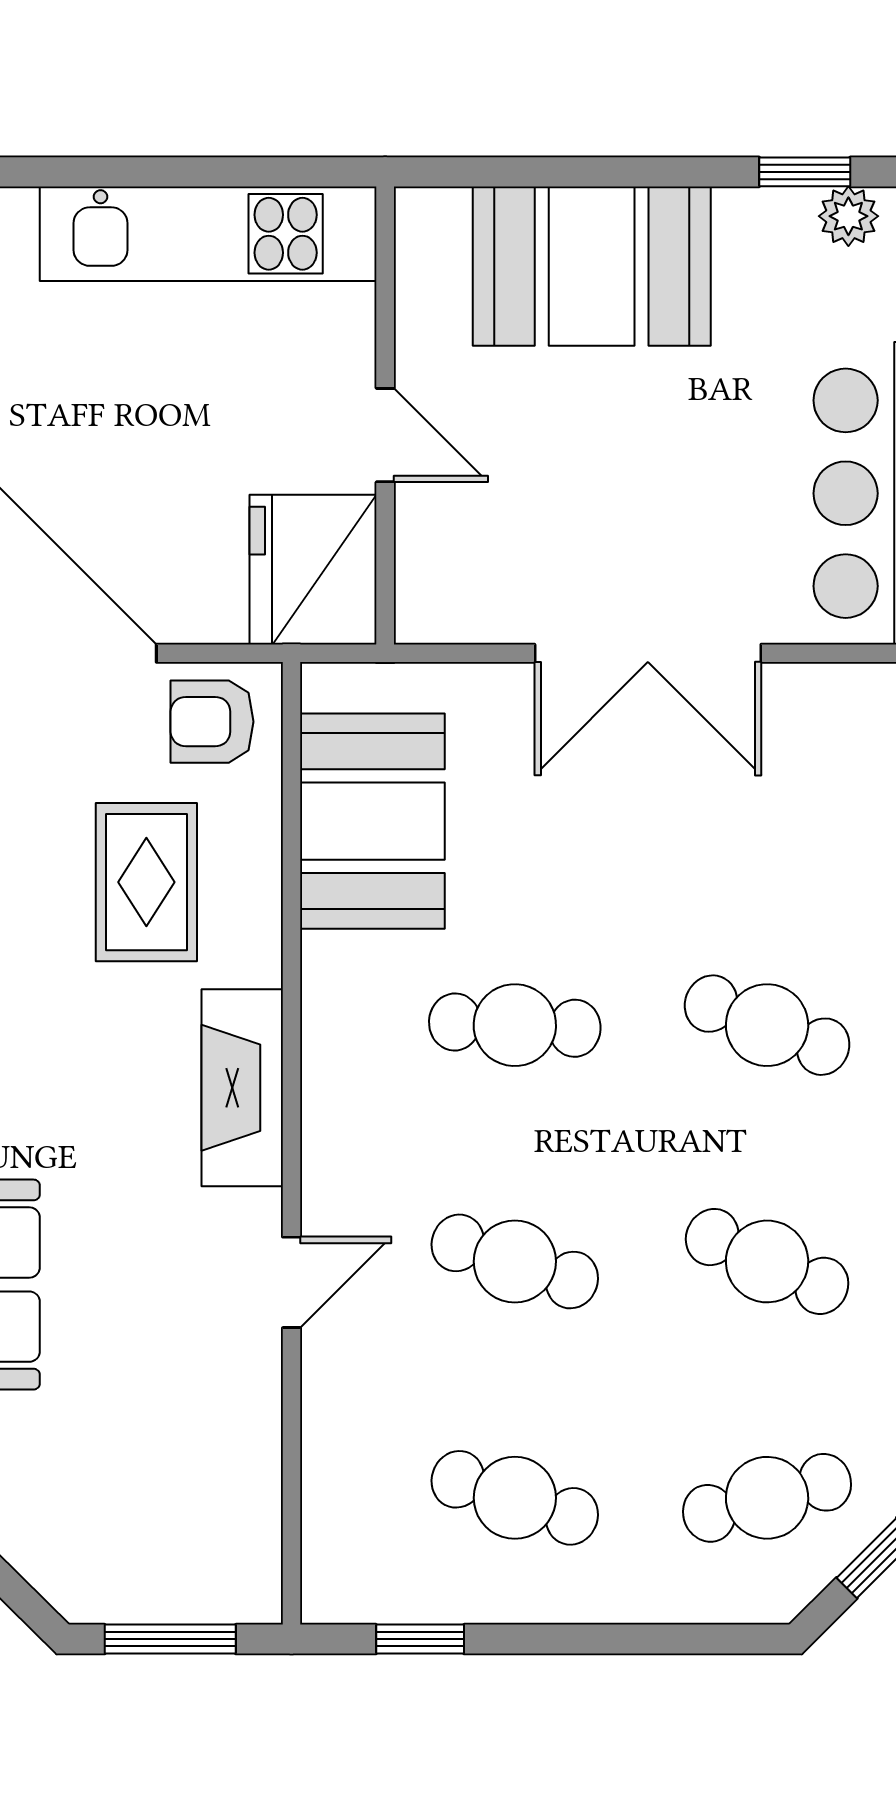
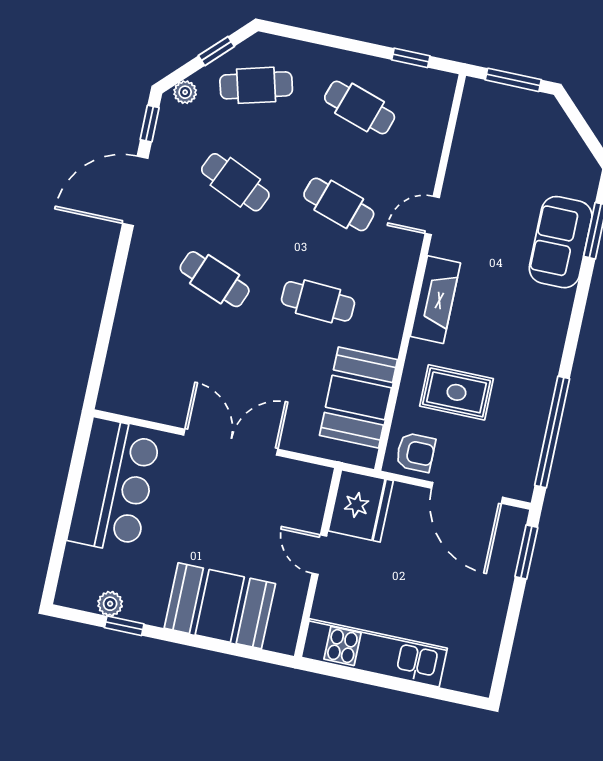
rug: (146, 882) -> (456, 392), turned 90

